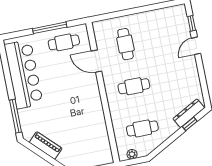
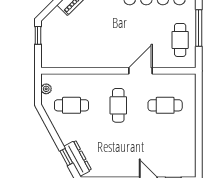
door: (96, 61) -> (141, 71), moved
cafe table: (142, 128) -> (72, 105), turned 90

